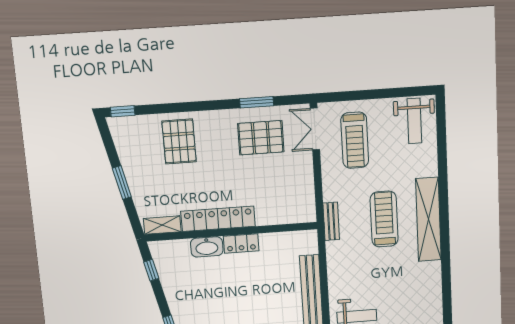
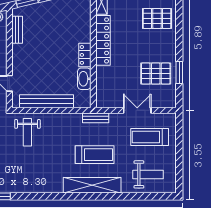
weight bench: (414, 121) -> (148, 174), moved, turned 180
double door: (315, 129) -> (137, 110), moved
pallet: (261, 138) -> (156, 74), turned 90
washbasin: (207, 247) -> (84, 79), moved

